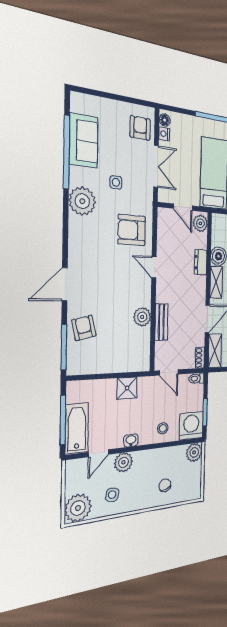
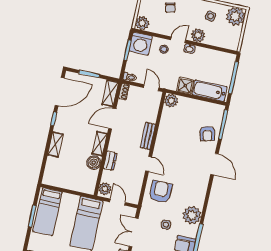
armchair: (132, 230) -> (161, 192), turned -90
door: (65, 284) -> (214, 164), hinge flipped
plant: (142, 317) -> (171, 101), moved
bench: (161, 322) -> (148, 136), moved
bathtub: (77, 428) -> (210, 91), moved, turned 90
door: (98, 453) -> (178, 40), moved

